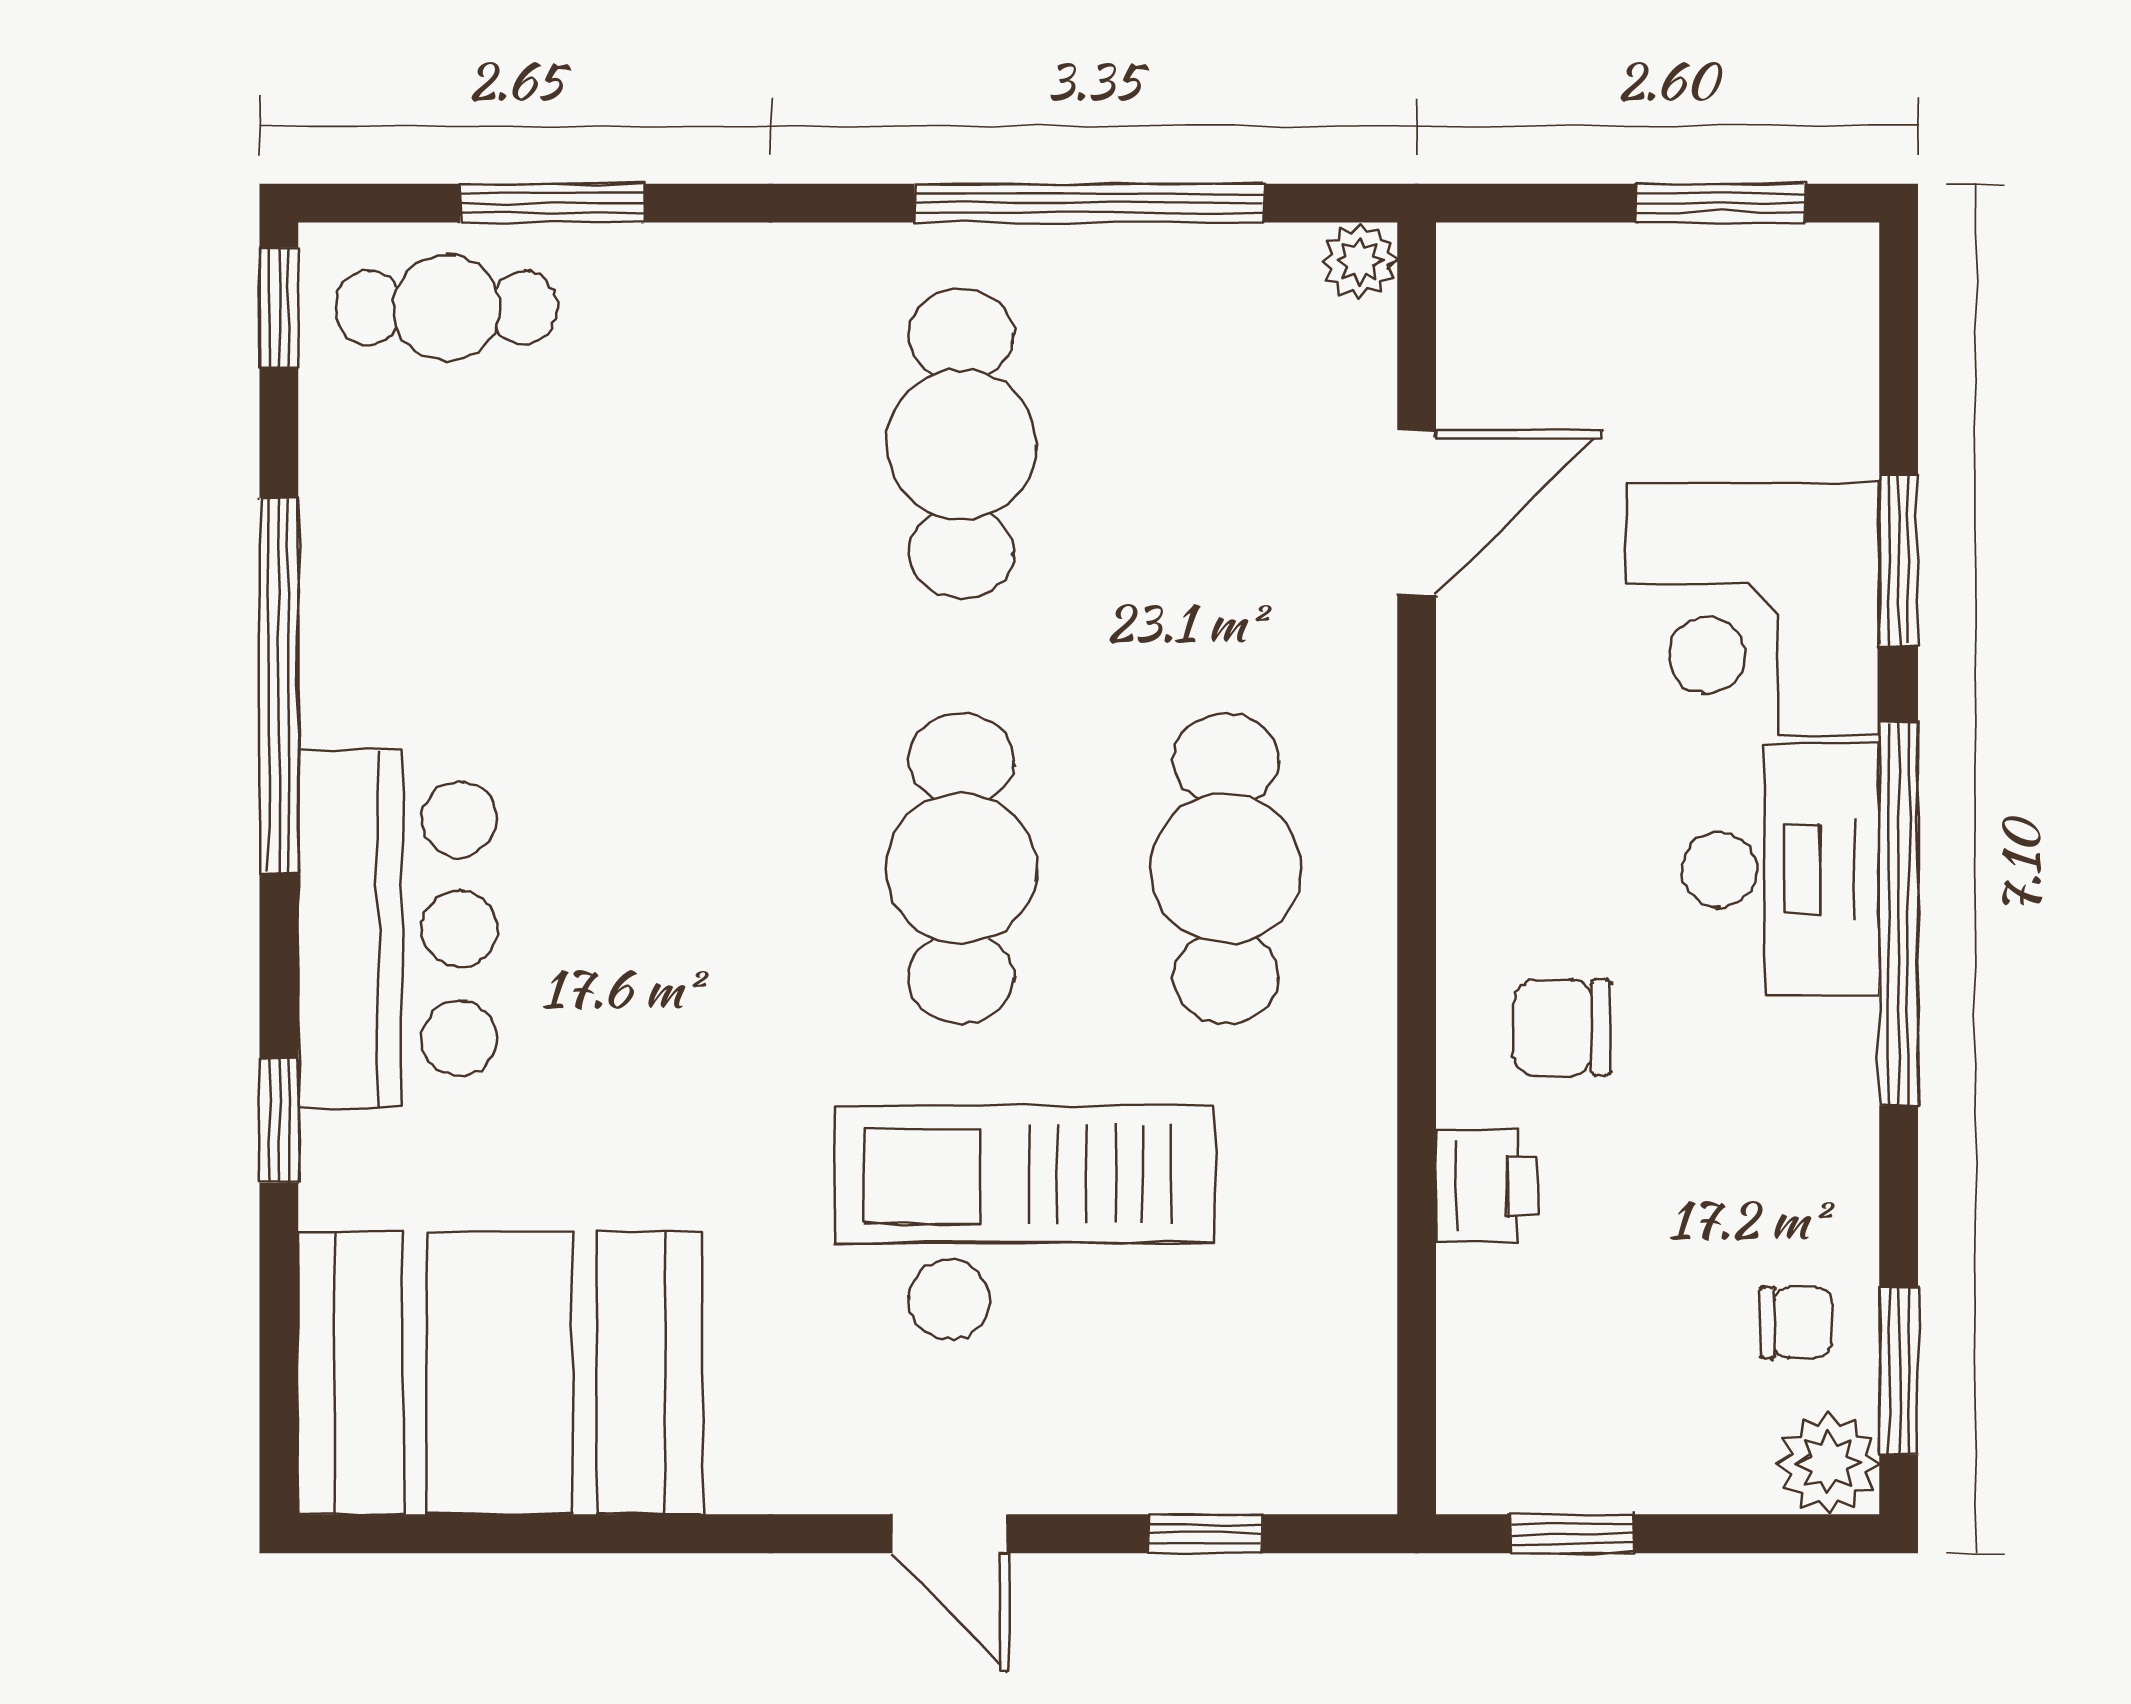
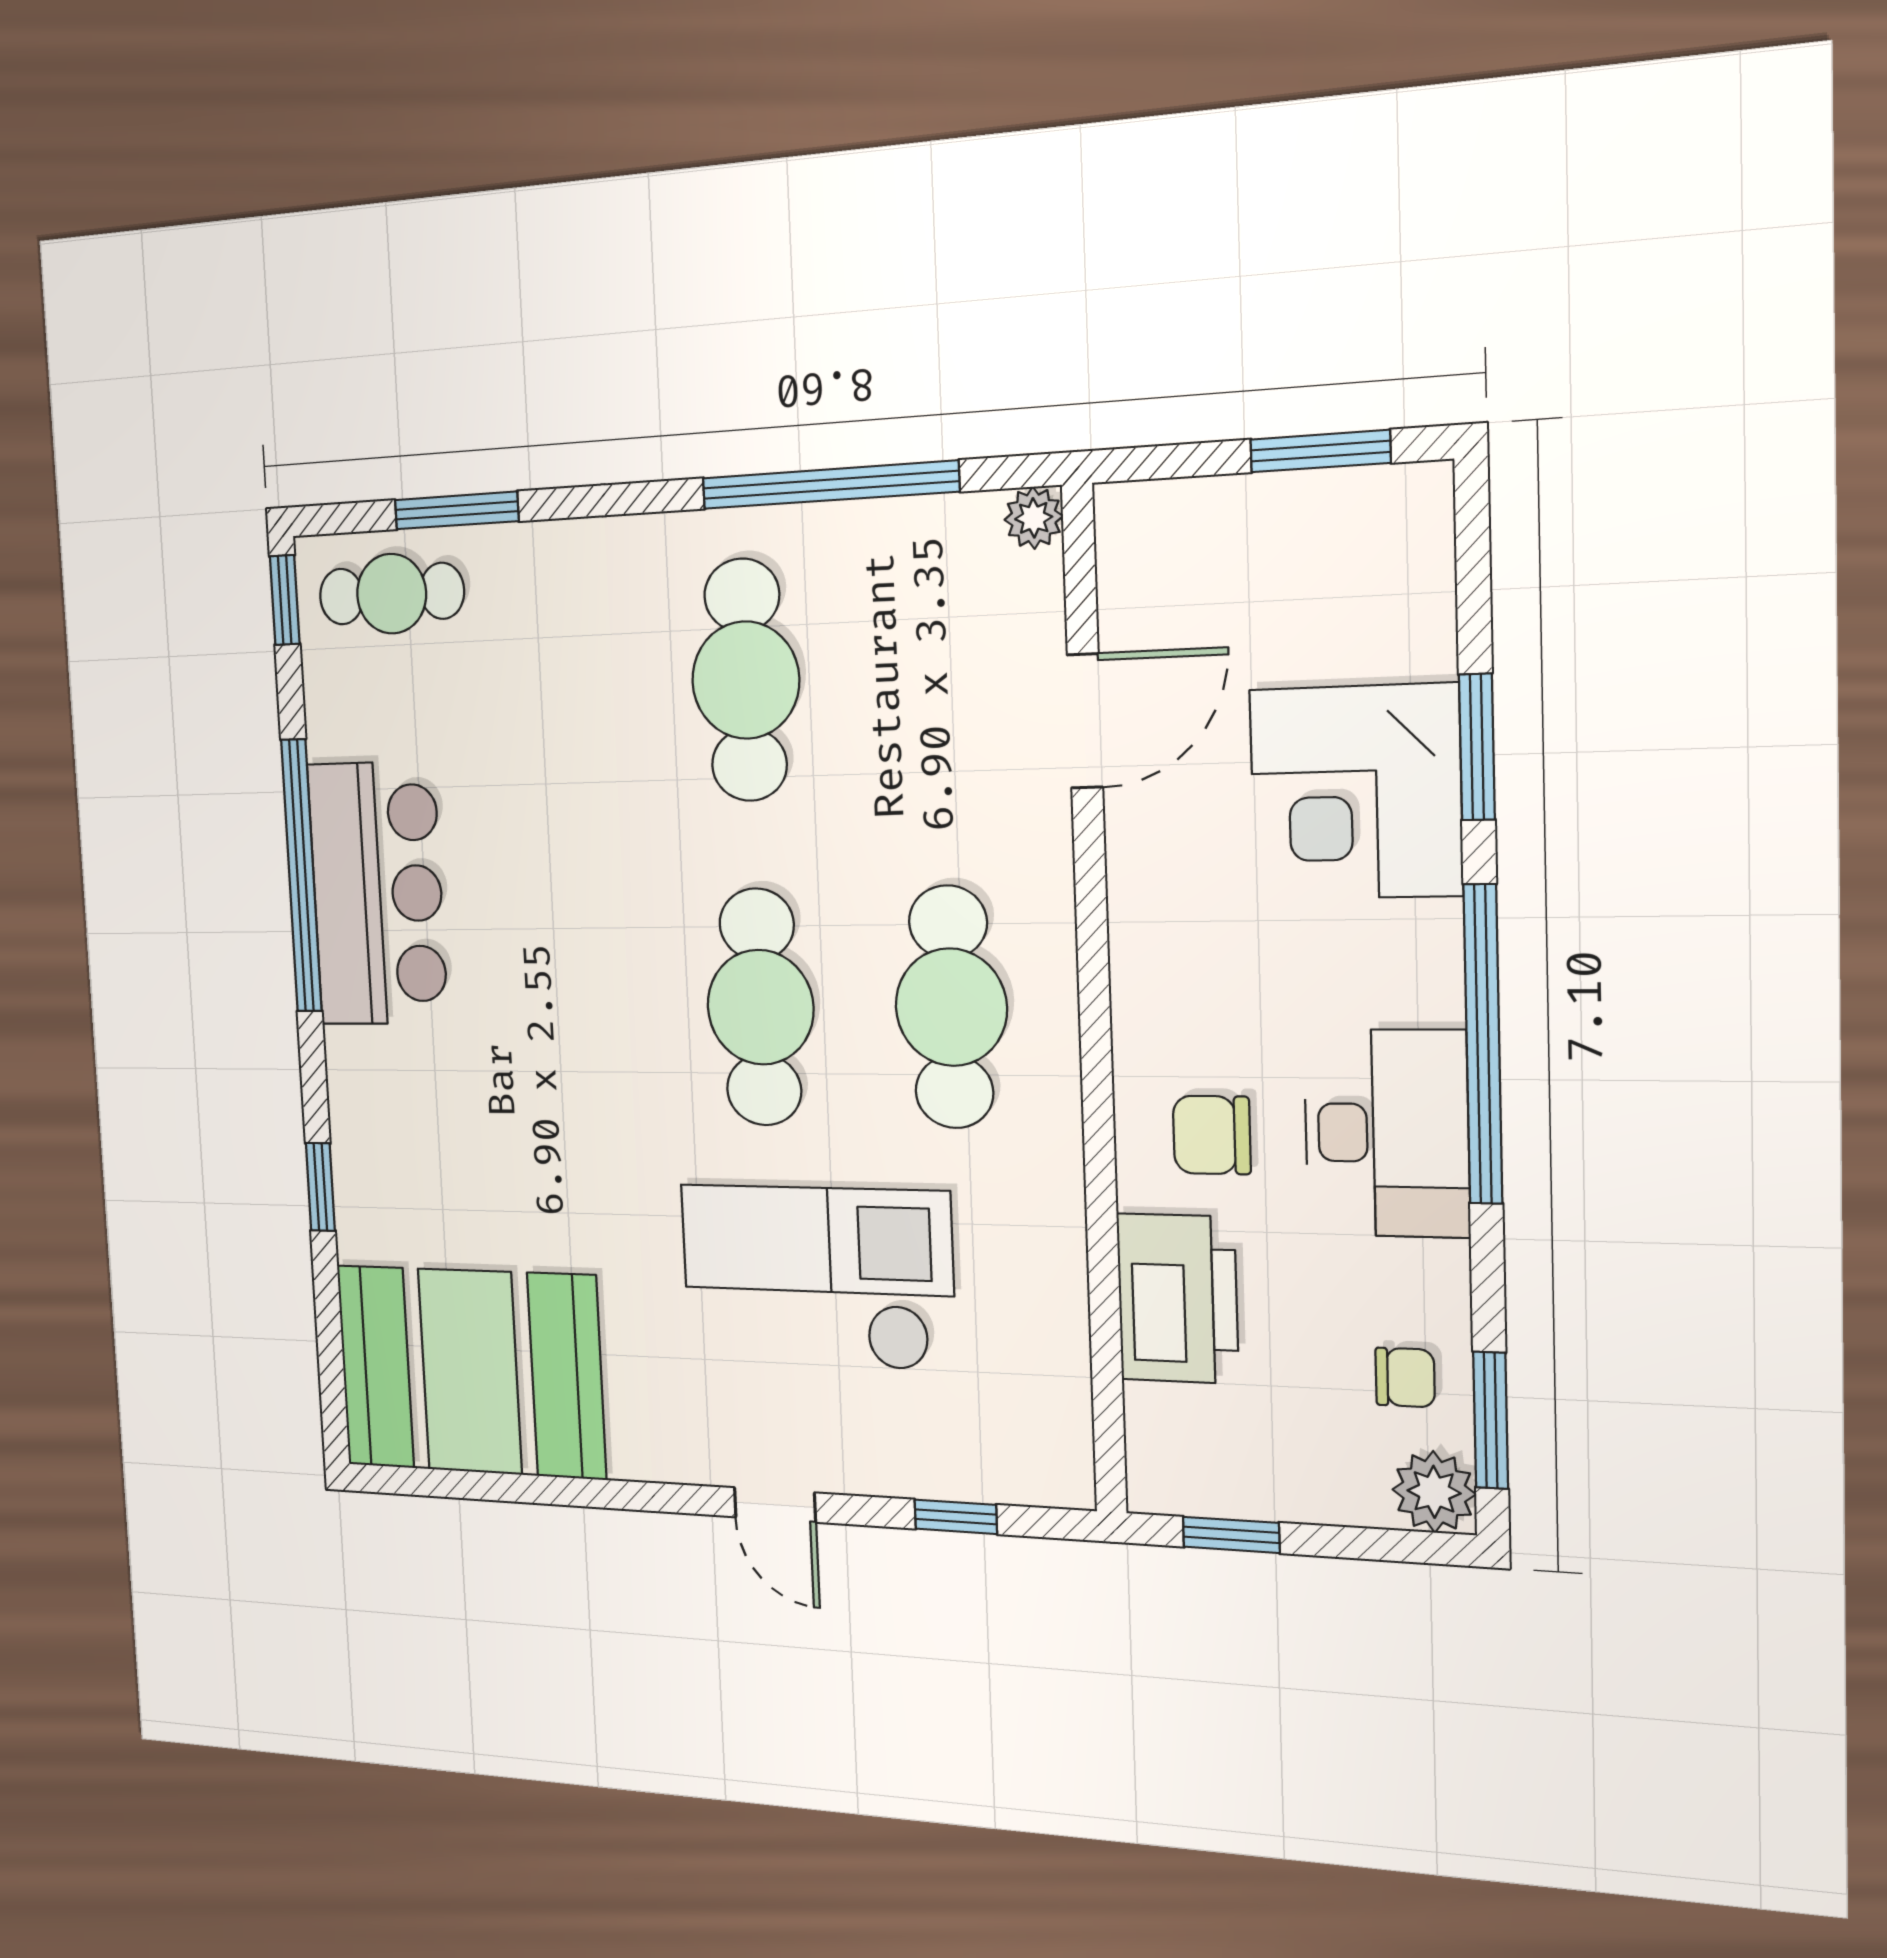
desk: (1780, 870) -> (1386, 1133), moved
bar counter: (398, 929) -> (377, 894), moved
printer: (1487, 1186) -> (1177, 1299), width x1.87, depth x1.48

